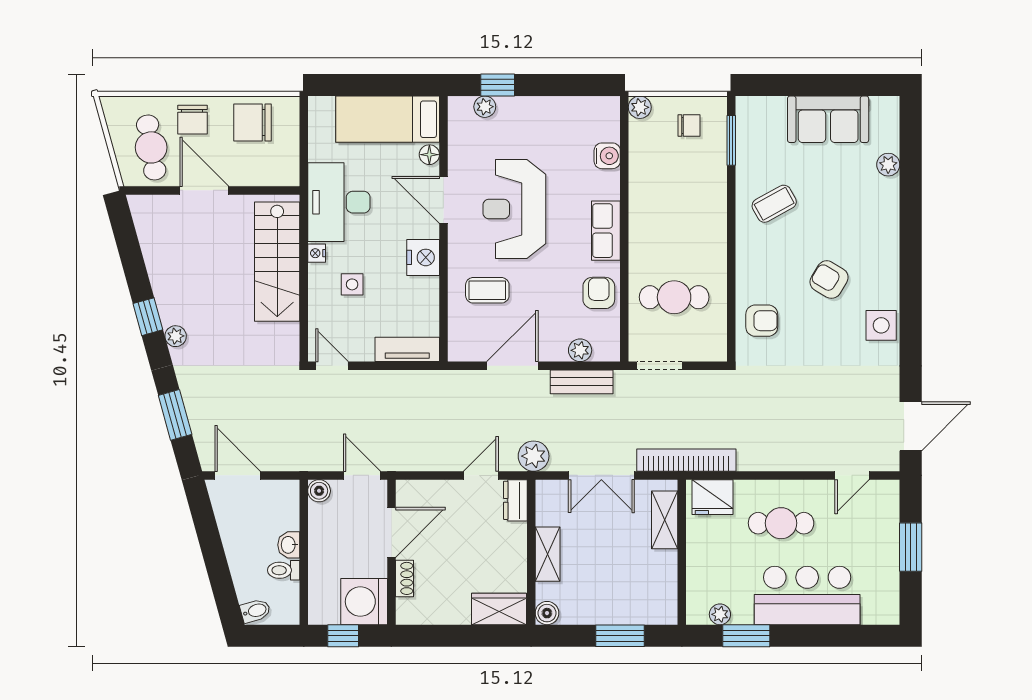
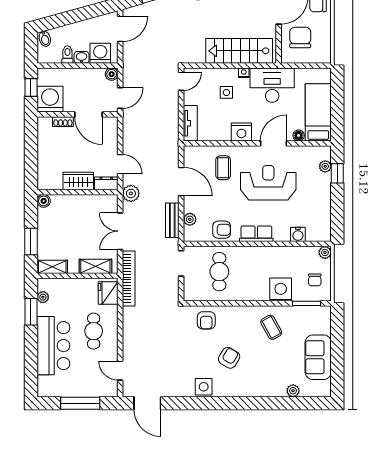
chair: (253, 122) -> (300, 37), moved
side table: (705, 187) -> (281, 289), added
washing machine: (282, 511) -> (100, 53), added
window: (911, 547) -> (80, 403), width x1.44
shelving: (548, 554) -> (52, 267), moved
wardrobe: (499, 609) -> (78, 181), moved, turned -90

